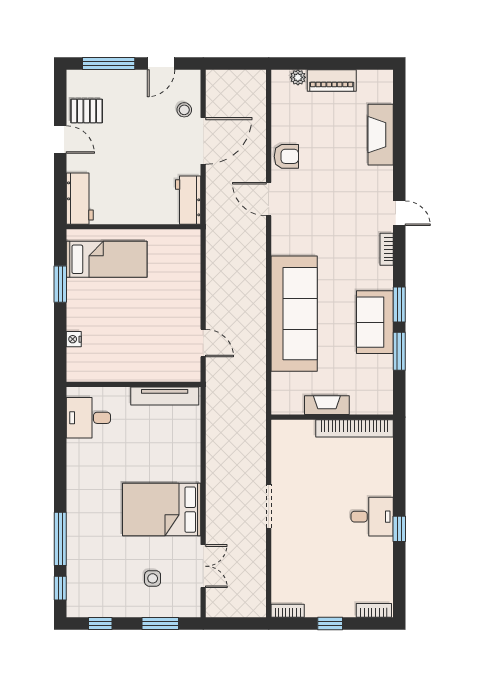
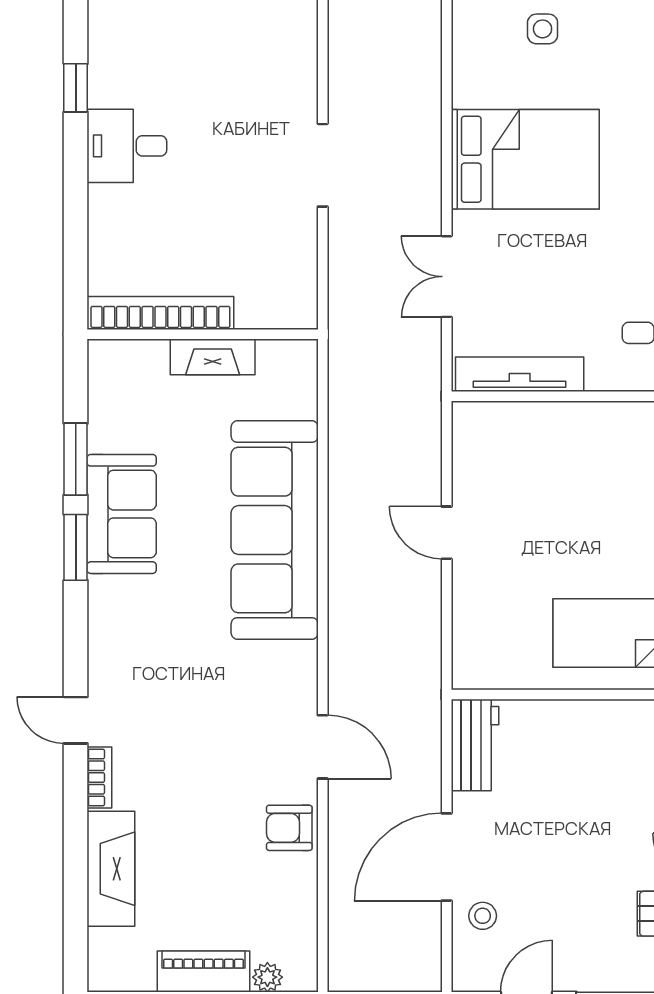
bookcase: (387, 249) -> (99, 777), moved
door: (203, 343) -> (447, 533), moved
window: (399, 529) -> (76, 88), moved
double door: (203, 566) -> (447, 277), moved

